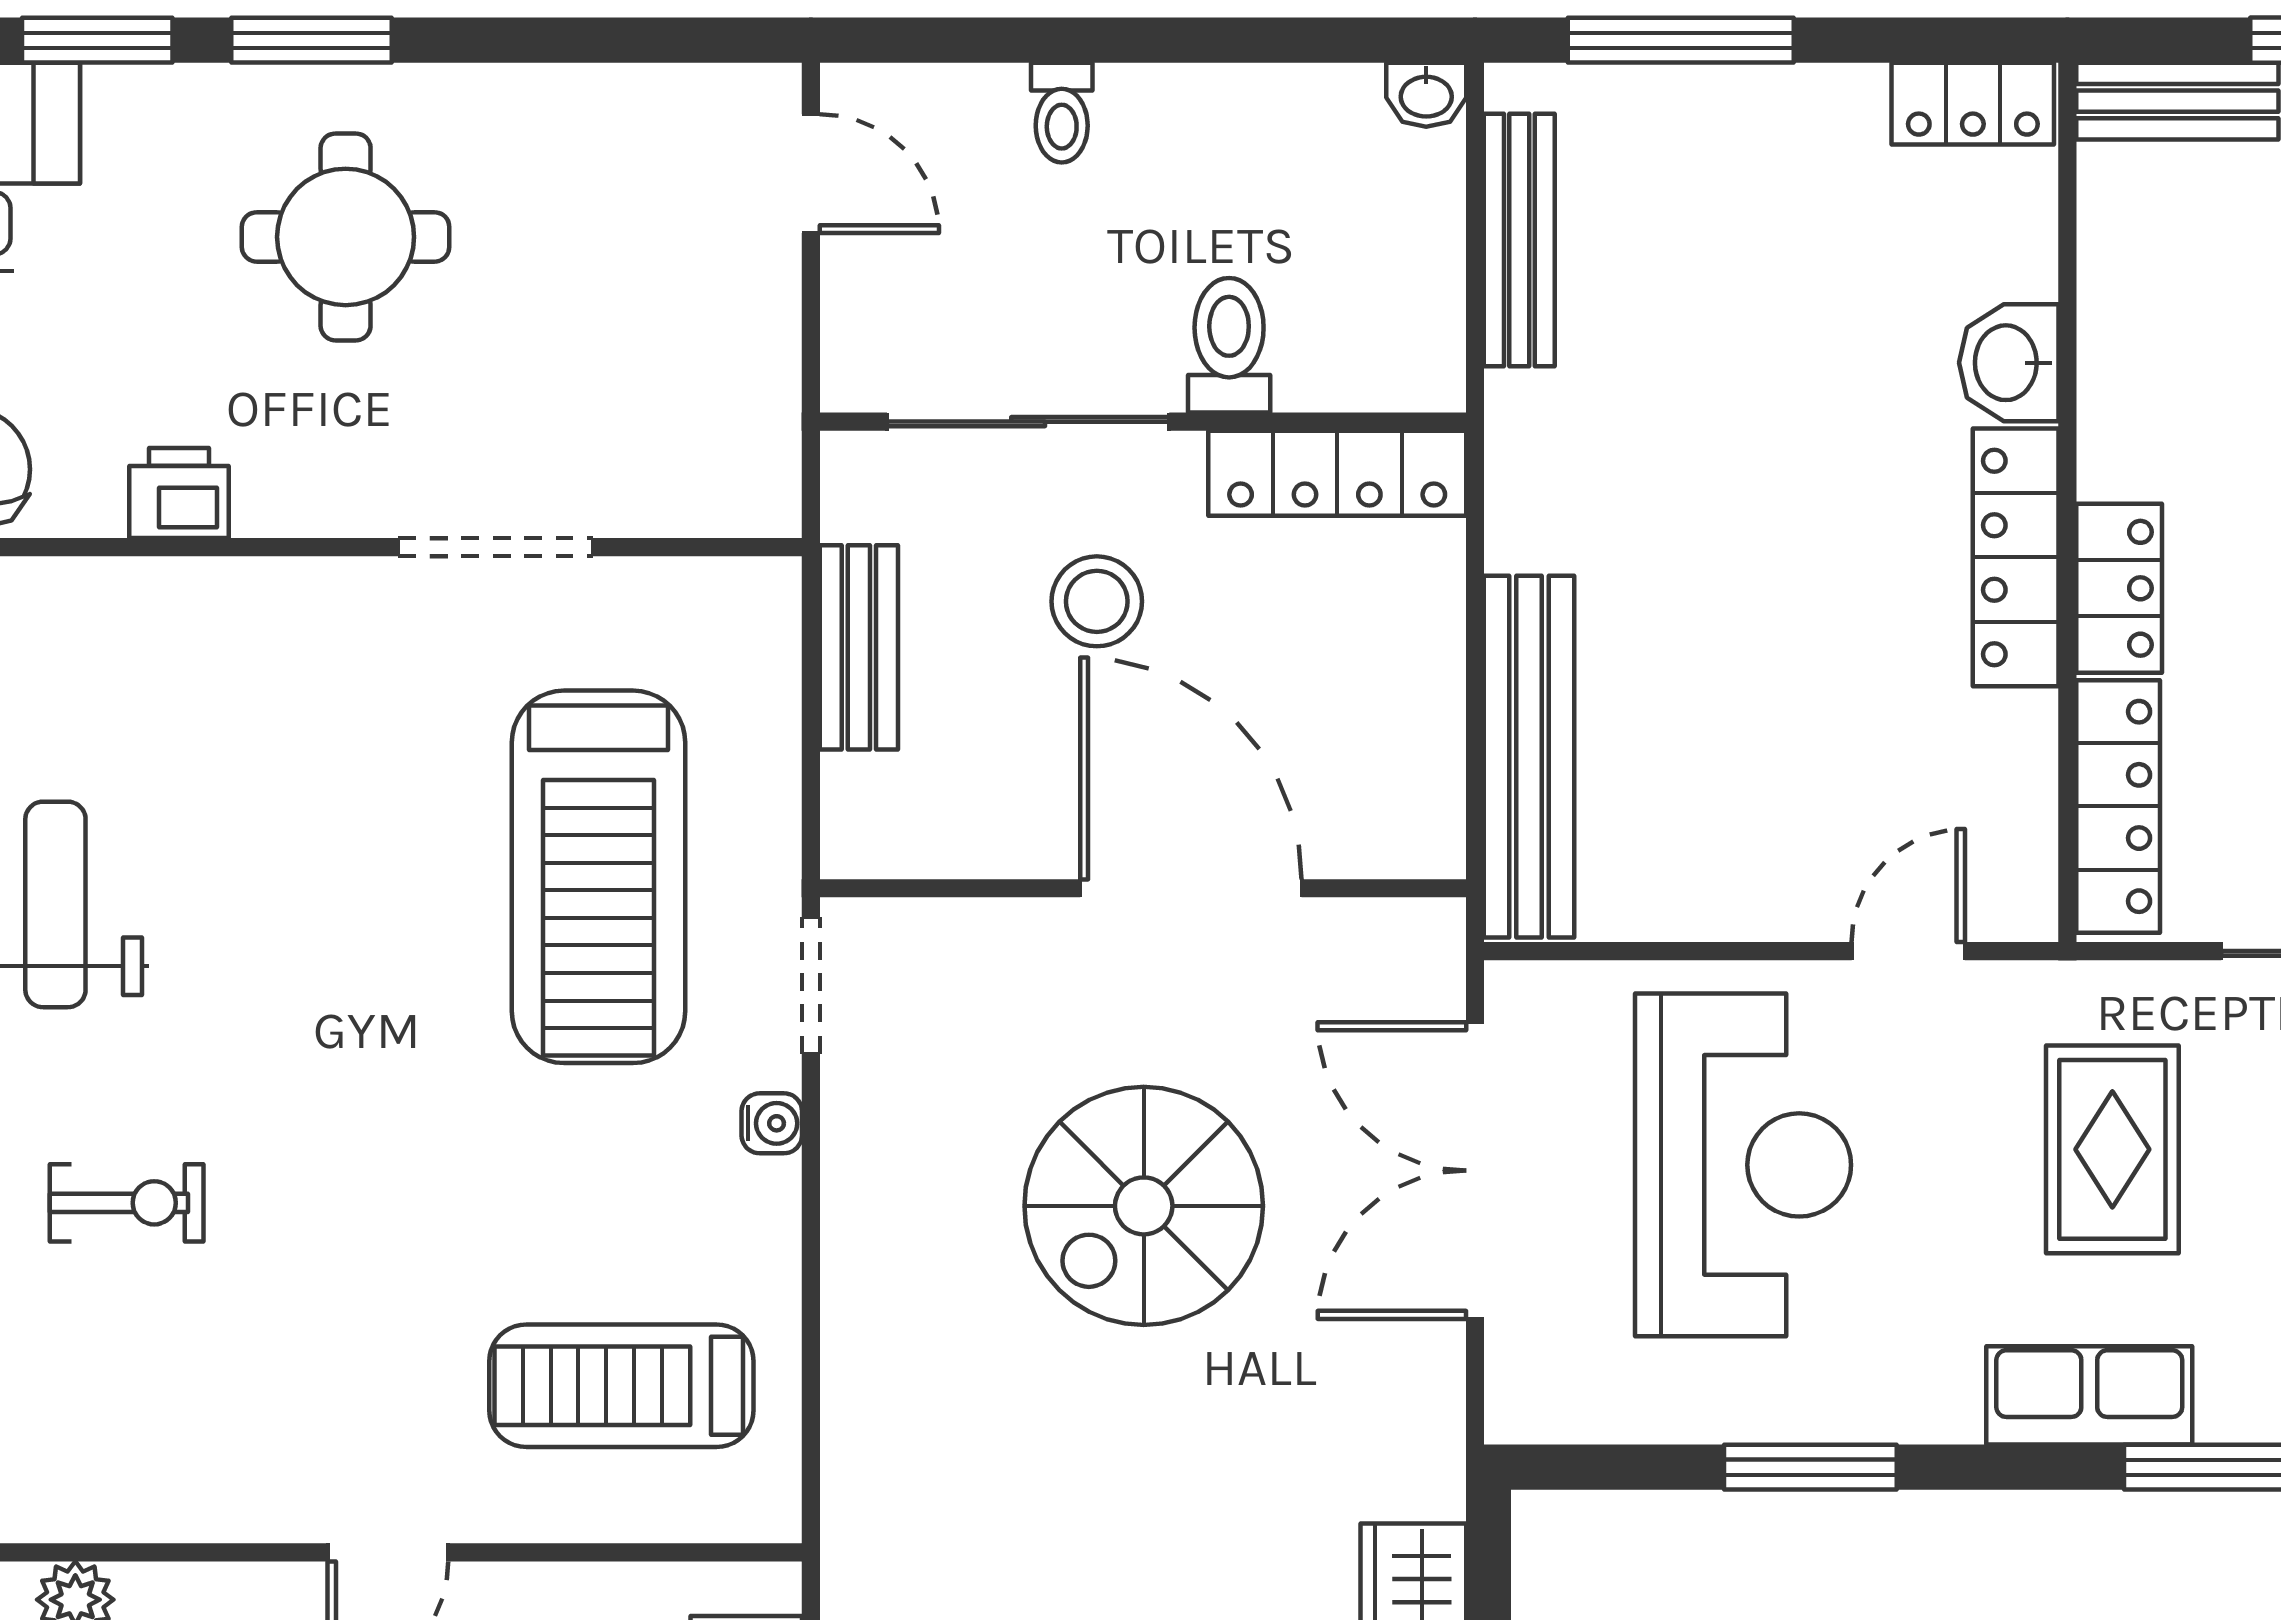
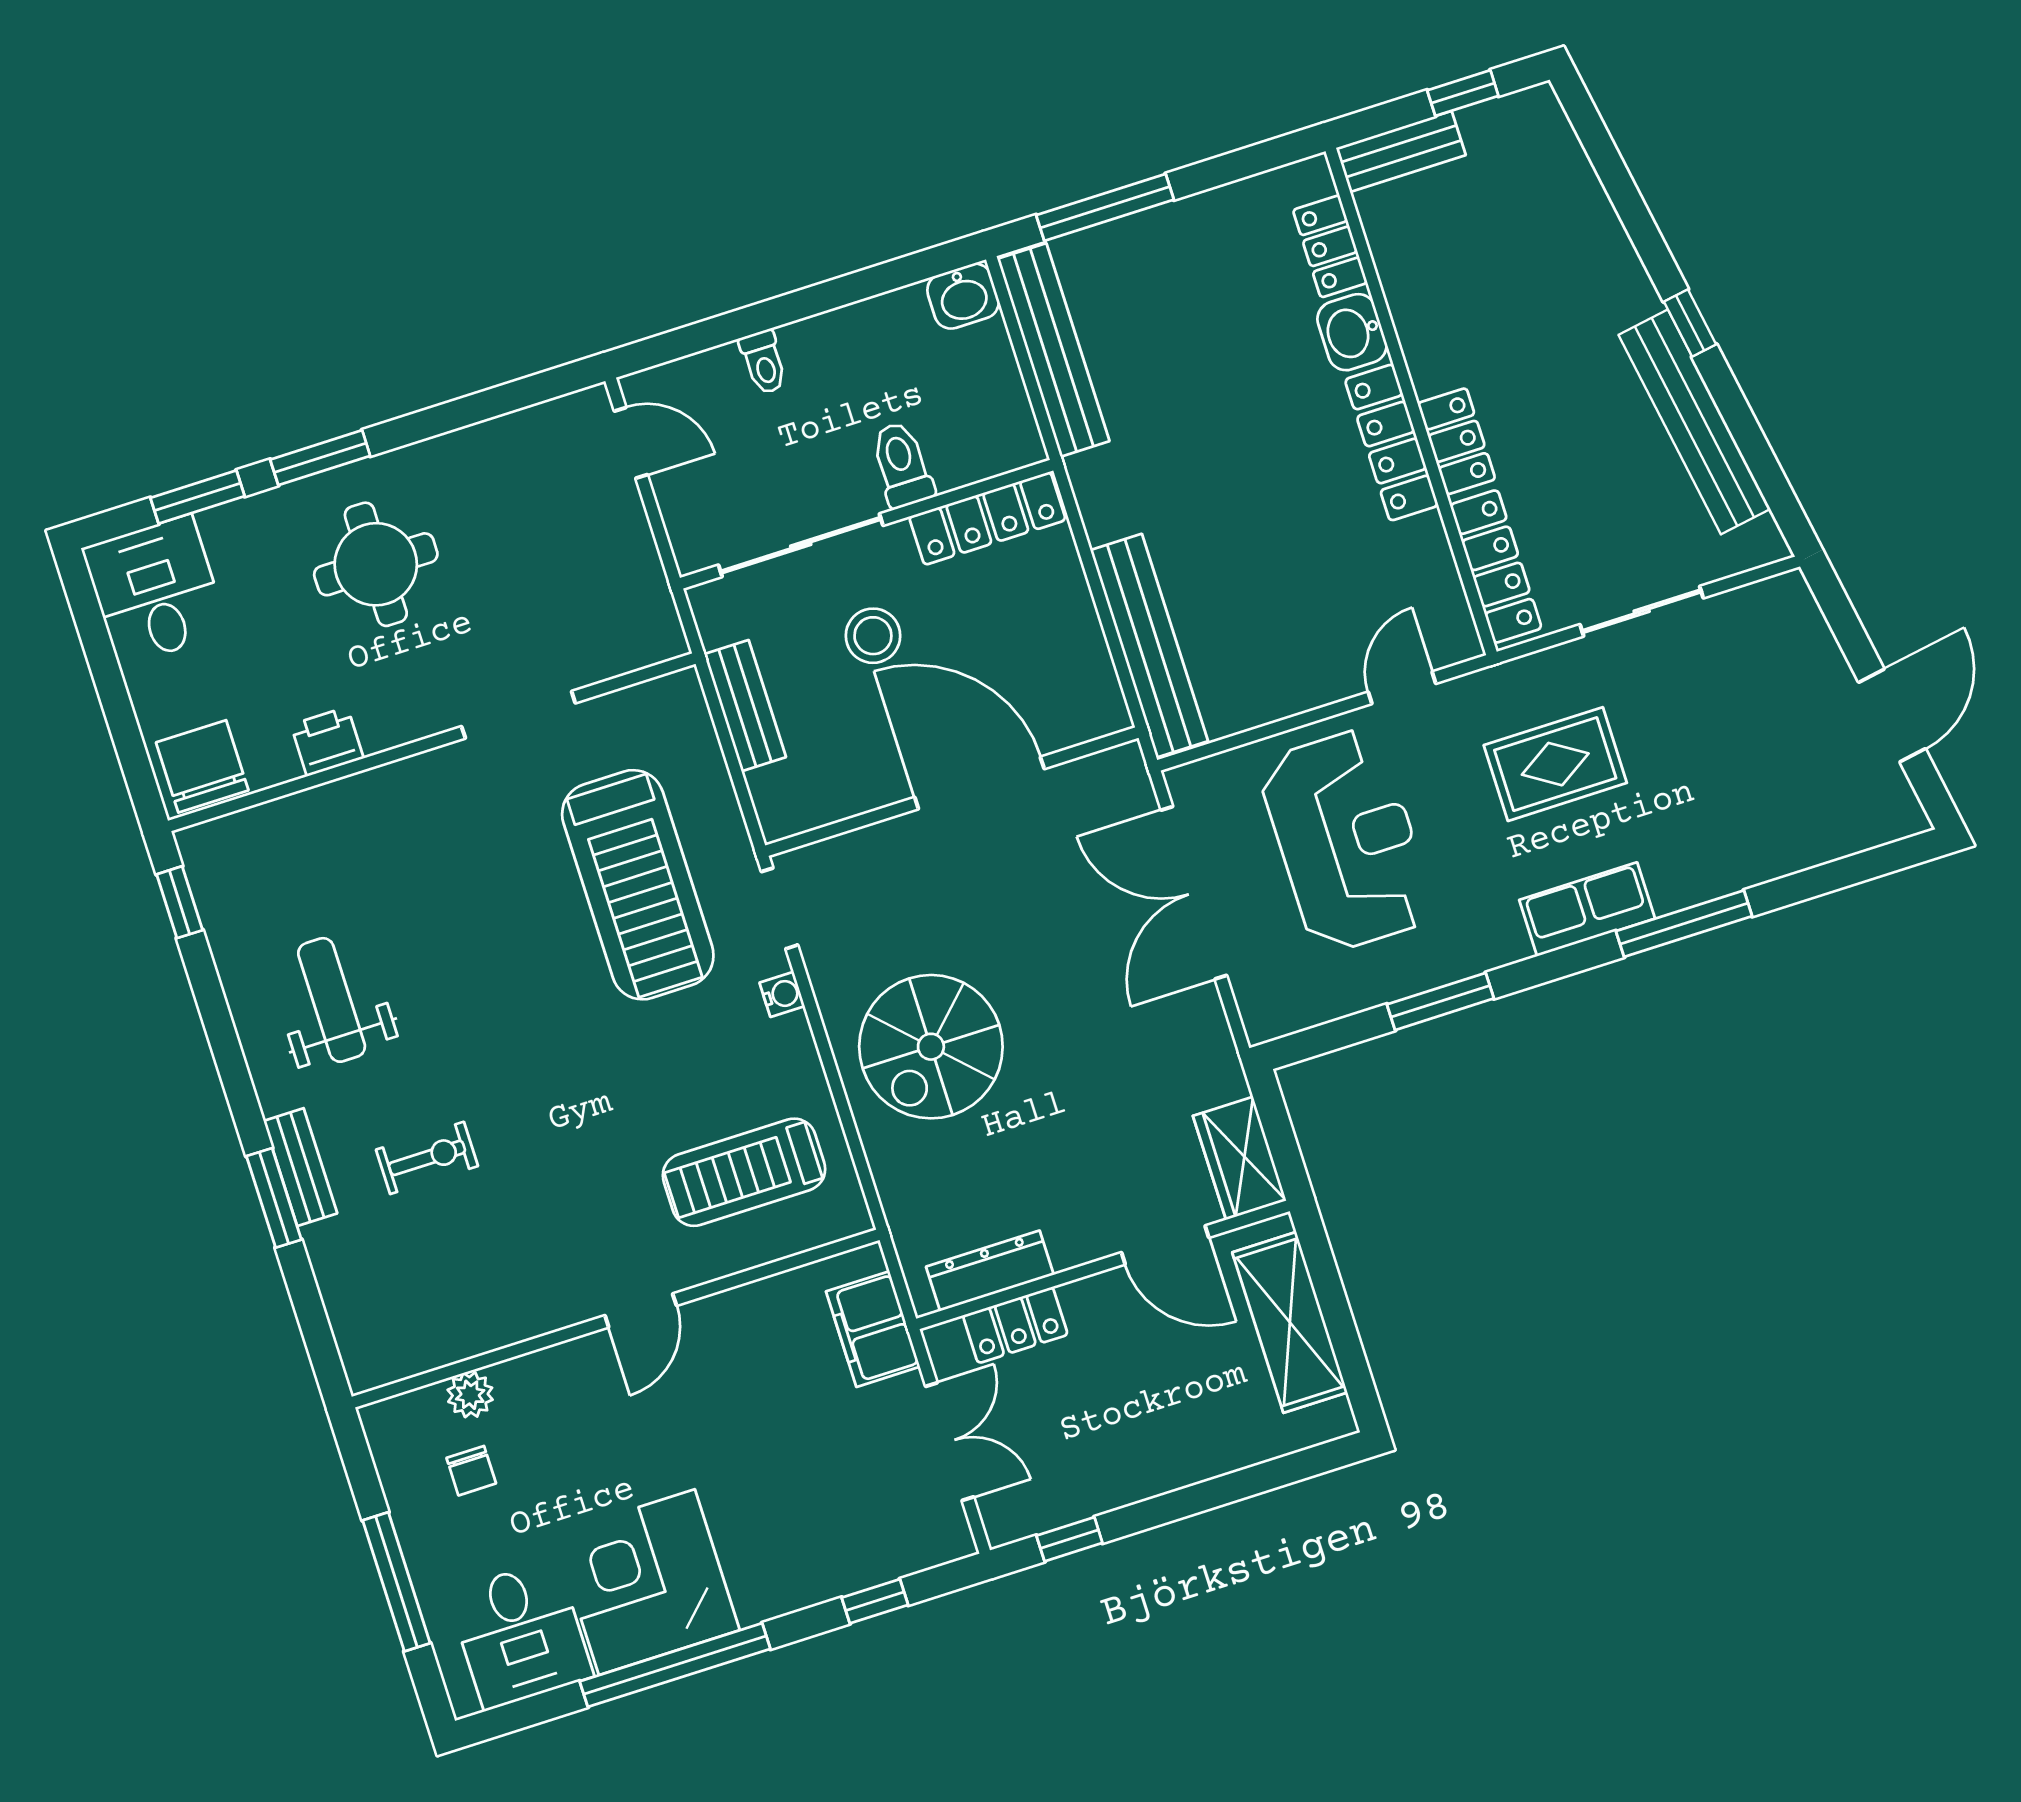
washbasin: (1426, 95) -> (963, 296), width x1.38, depth x1.45
locker: (1973, 104) -> (1330, 246), moved, turned 90
bench: (1519, 240) -> (1053, 350), width x1.37, depth x1.21
rug: (2112, 1149) -> (1555, 764), turned 90
spiral stairs: (1144, 1206) -> (931, 1047), moved

